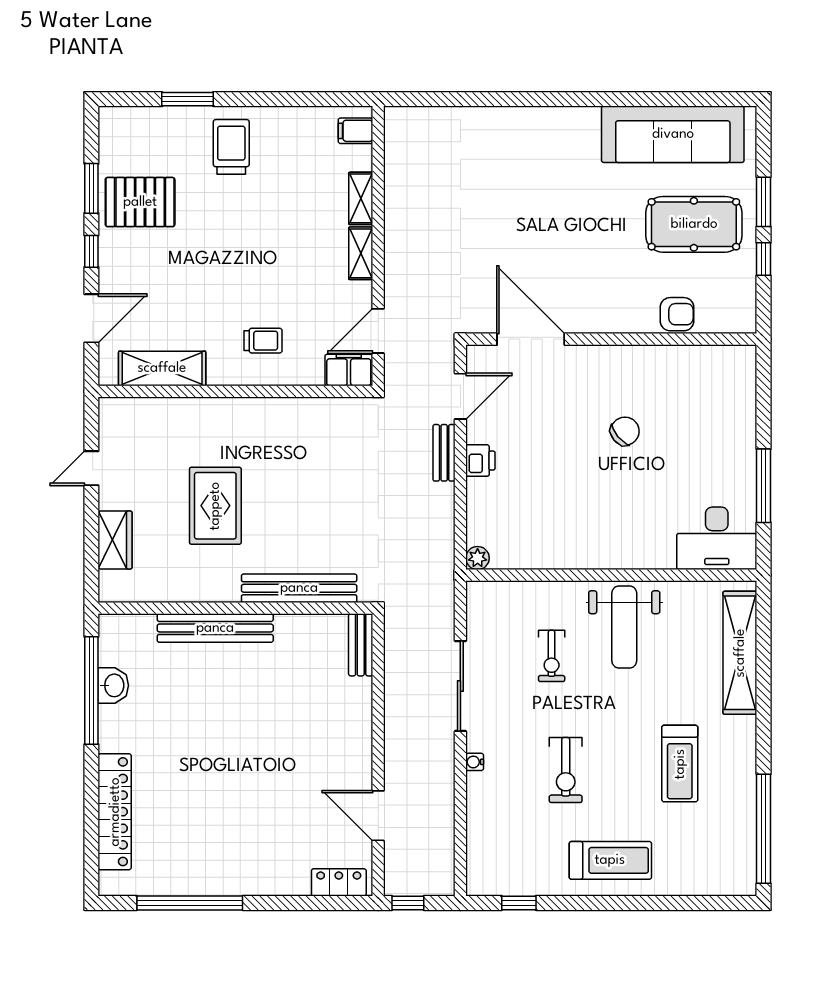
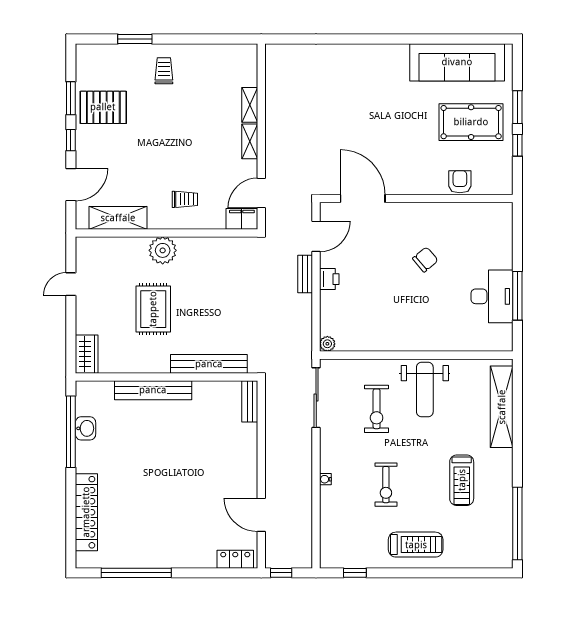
filing cabinet: (355, 131) -> (246, 60), removed
trolley: (231, 147) -> (164, 71), width x0.73, depth x0.72
armchair: (677, 314) -> (460, 182), turned -90
plant: (229, 417) -> (163, 250), added
desk: (717, 538) -> (492, 296), moved, turned -90
wardrobe: (115, 540) -> (87, 354), moved
exercise bike: (552, 656) -> (377, 409), width x1.38, depth x1.39
sliding door: (460, 686) -> (316, 398), moved

